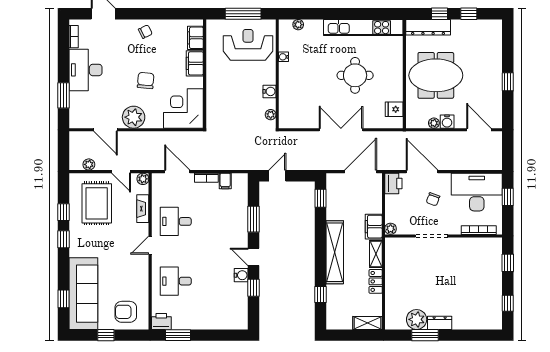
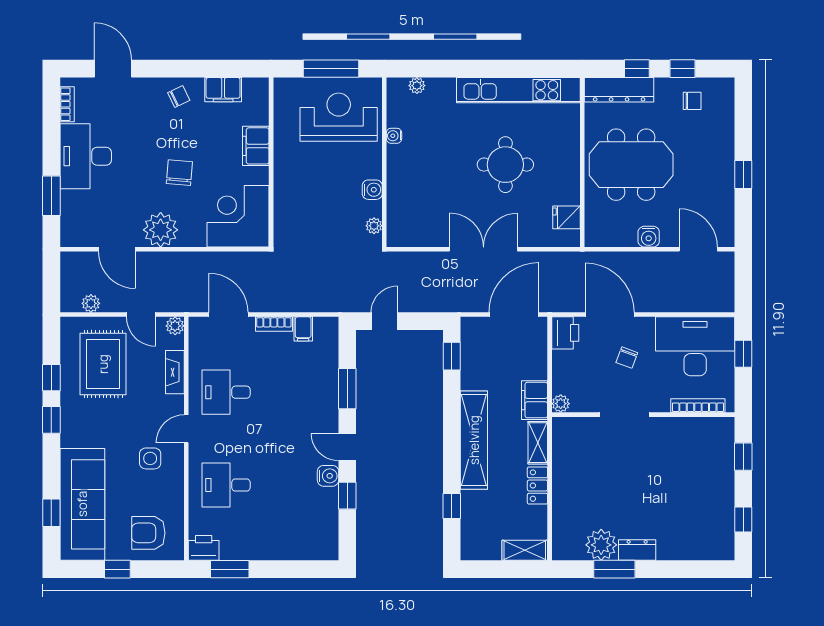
chair: (475, 34) -> (692, 101), added
filing cabinet: (195, 38) -> (223, 90), moved, turned -90
plant: (434, 123) -> (628, 239), removed
side table: (127, 264) -> (150, 458), added

